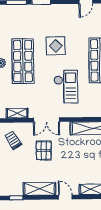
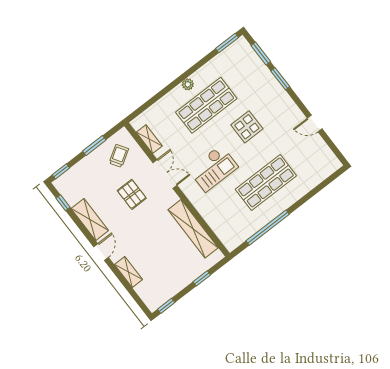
double door: (46, 120) -> (165, 174), swing flipped
pallet: (44, 150) -> (132, 194), turned 90

